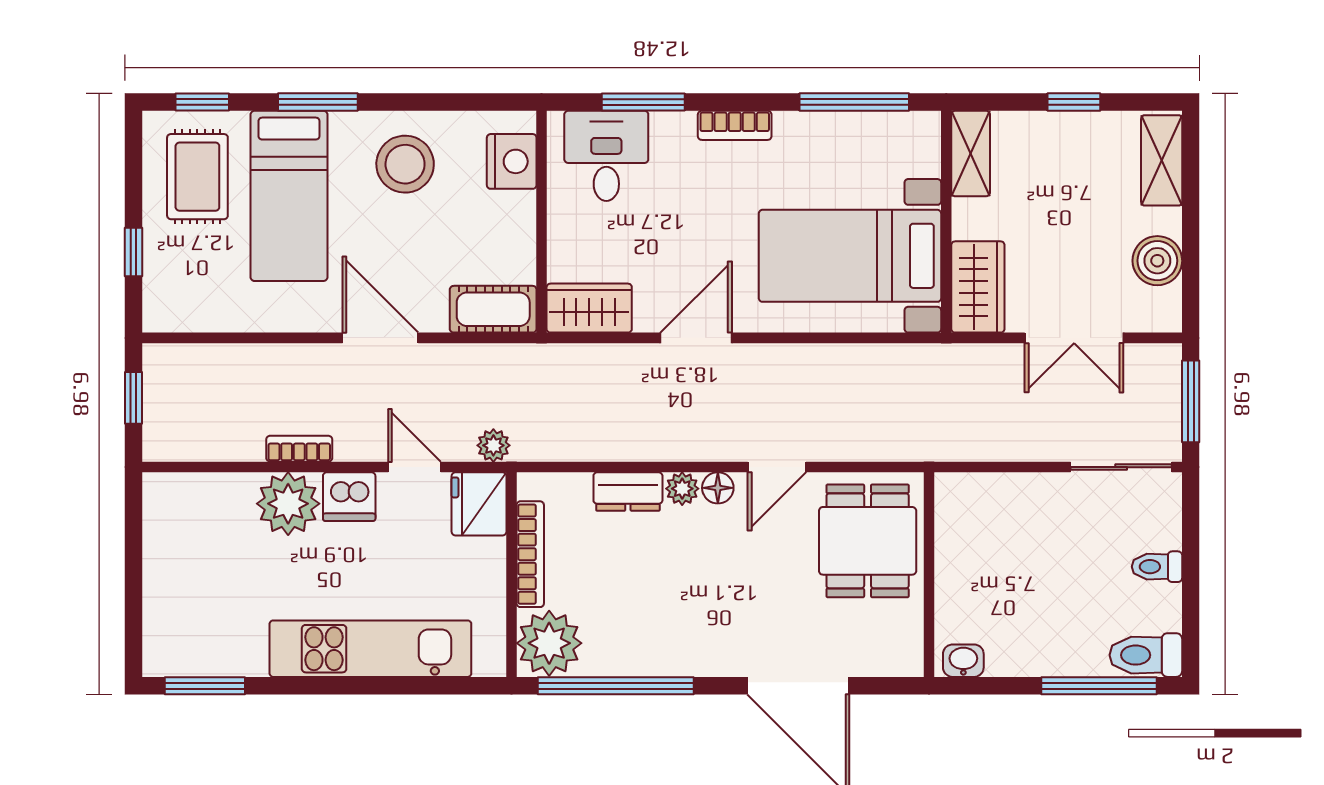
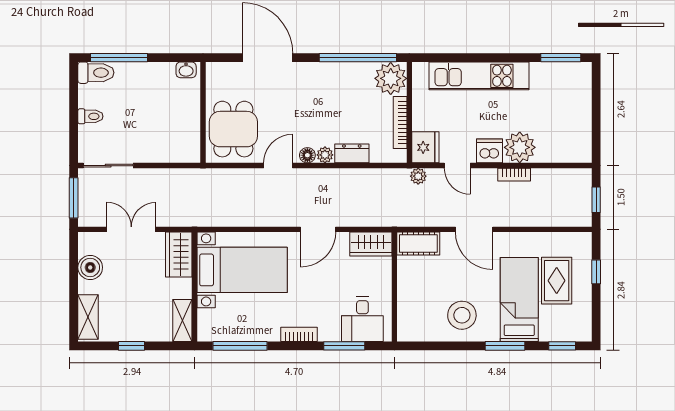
nightstand: (512, 161) -> (409, 317), removed
rug: (197, 177) -> (557, 281), moved

